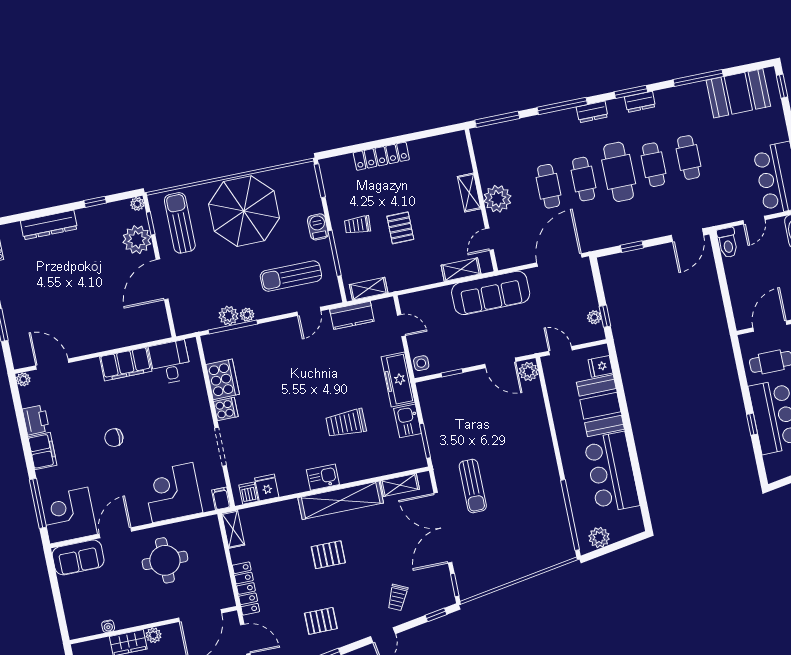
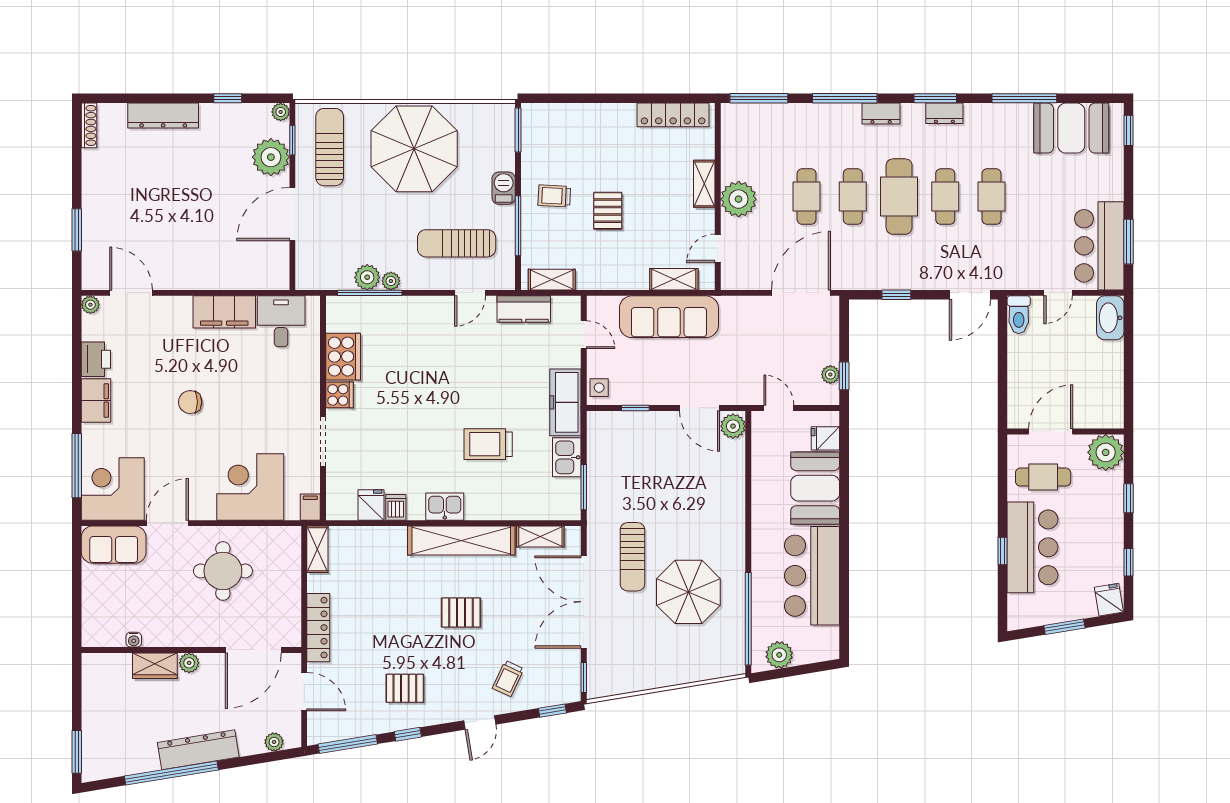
locker: (381, 156) -> (673, 115), moved
sofa: (491, 293) -> (669, 317), moved
dishwasher: (248, 493) -> (396, 507), moved
parasol: (521, 504) -> (688, 592), added
pallet: (328, 555) -> (461, 612), moved

